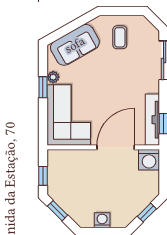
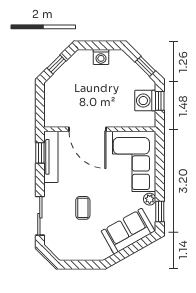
coffee table: (120, 37) -> (83, 208), moved
window: (43, 87) -> (160, 212), moved
door: (116, 147) -> (88, 129), hinge flipped
washing machine: (149, 160) -> (145, 101), moved, turned -90

